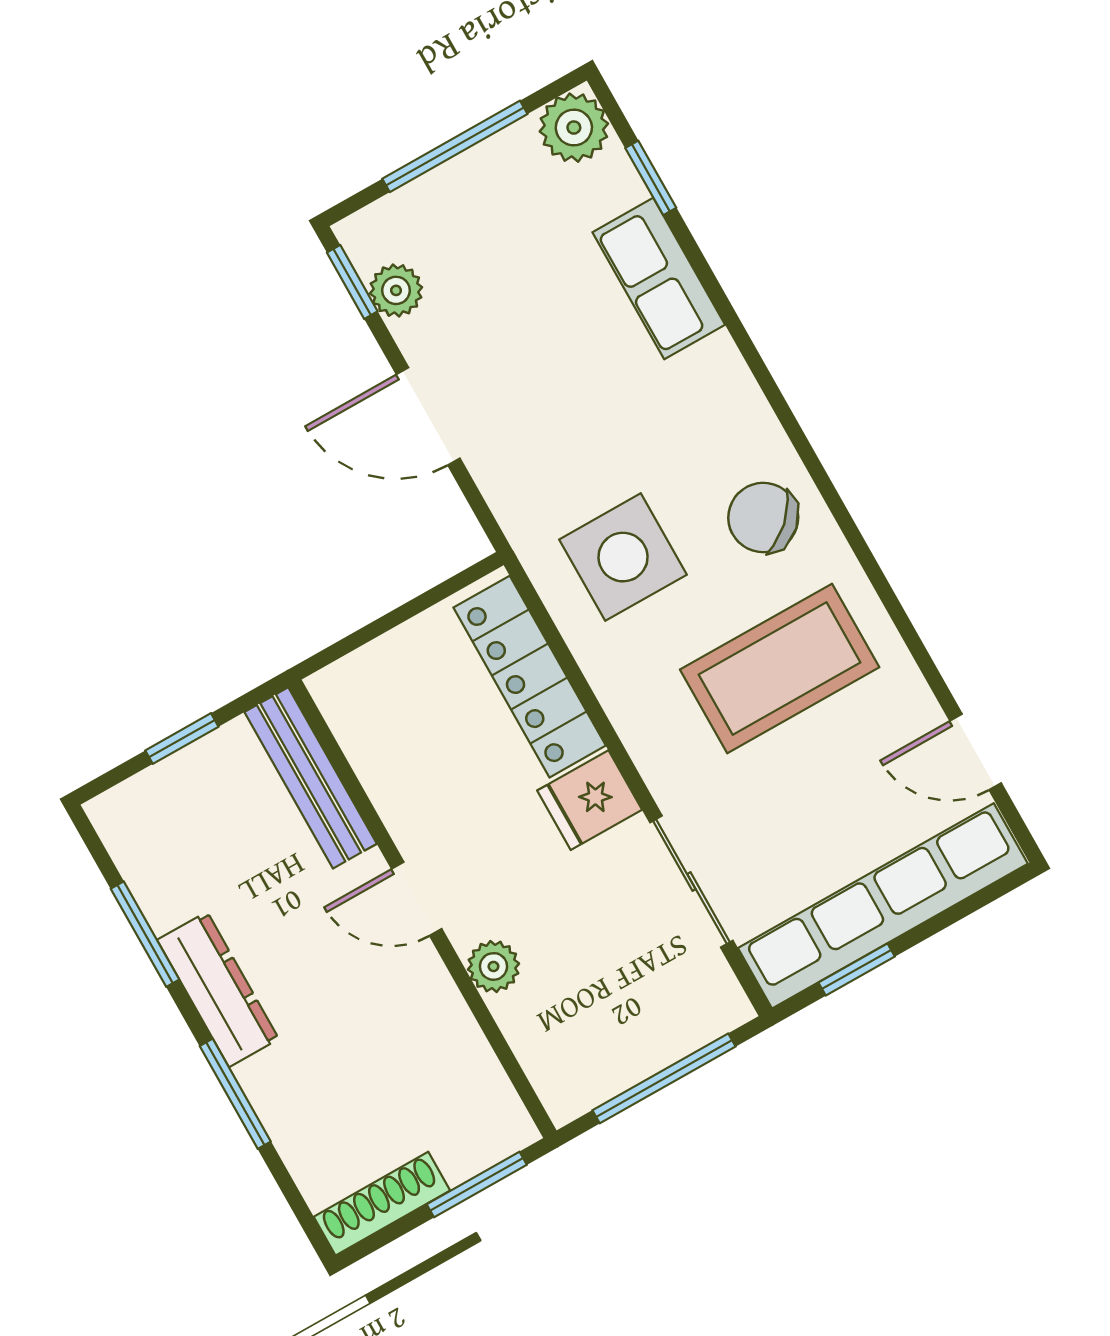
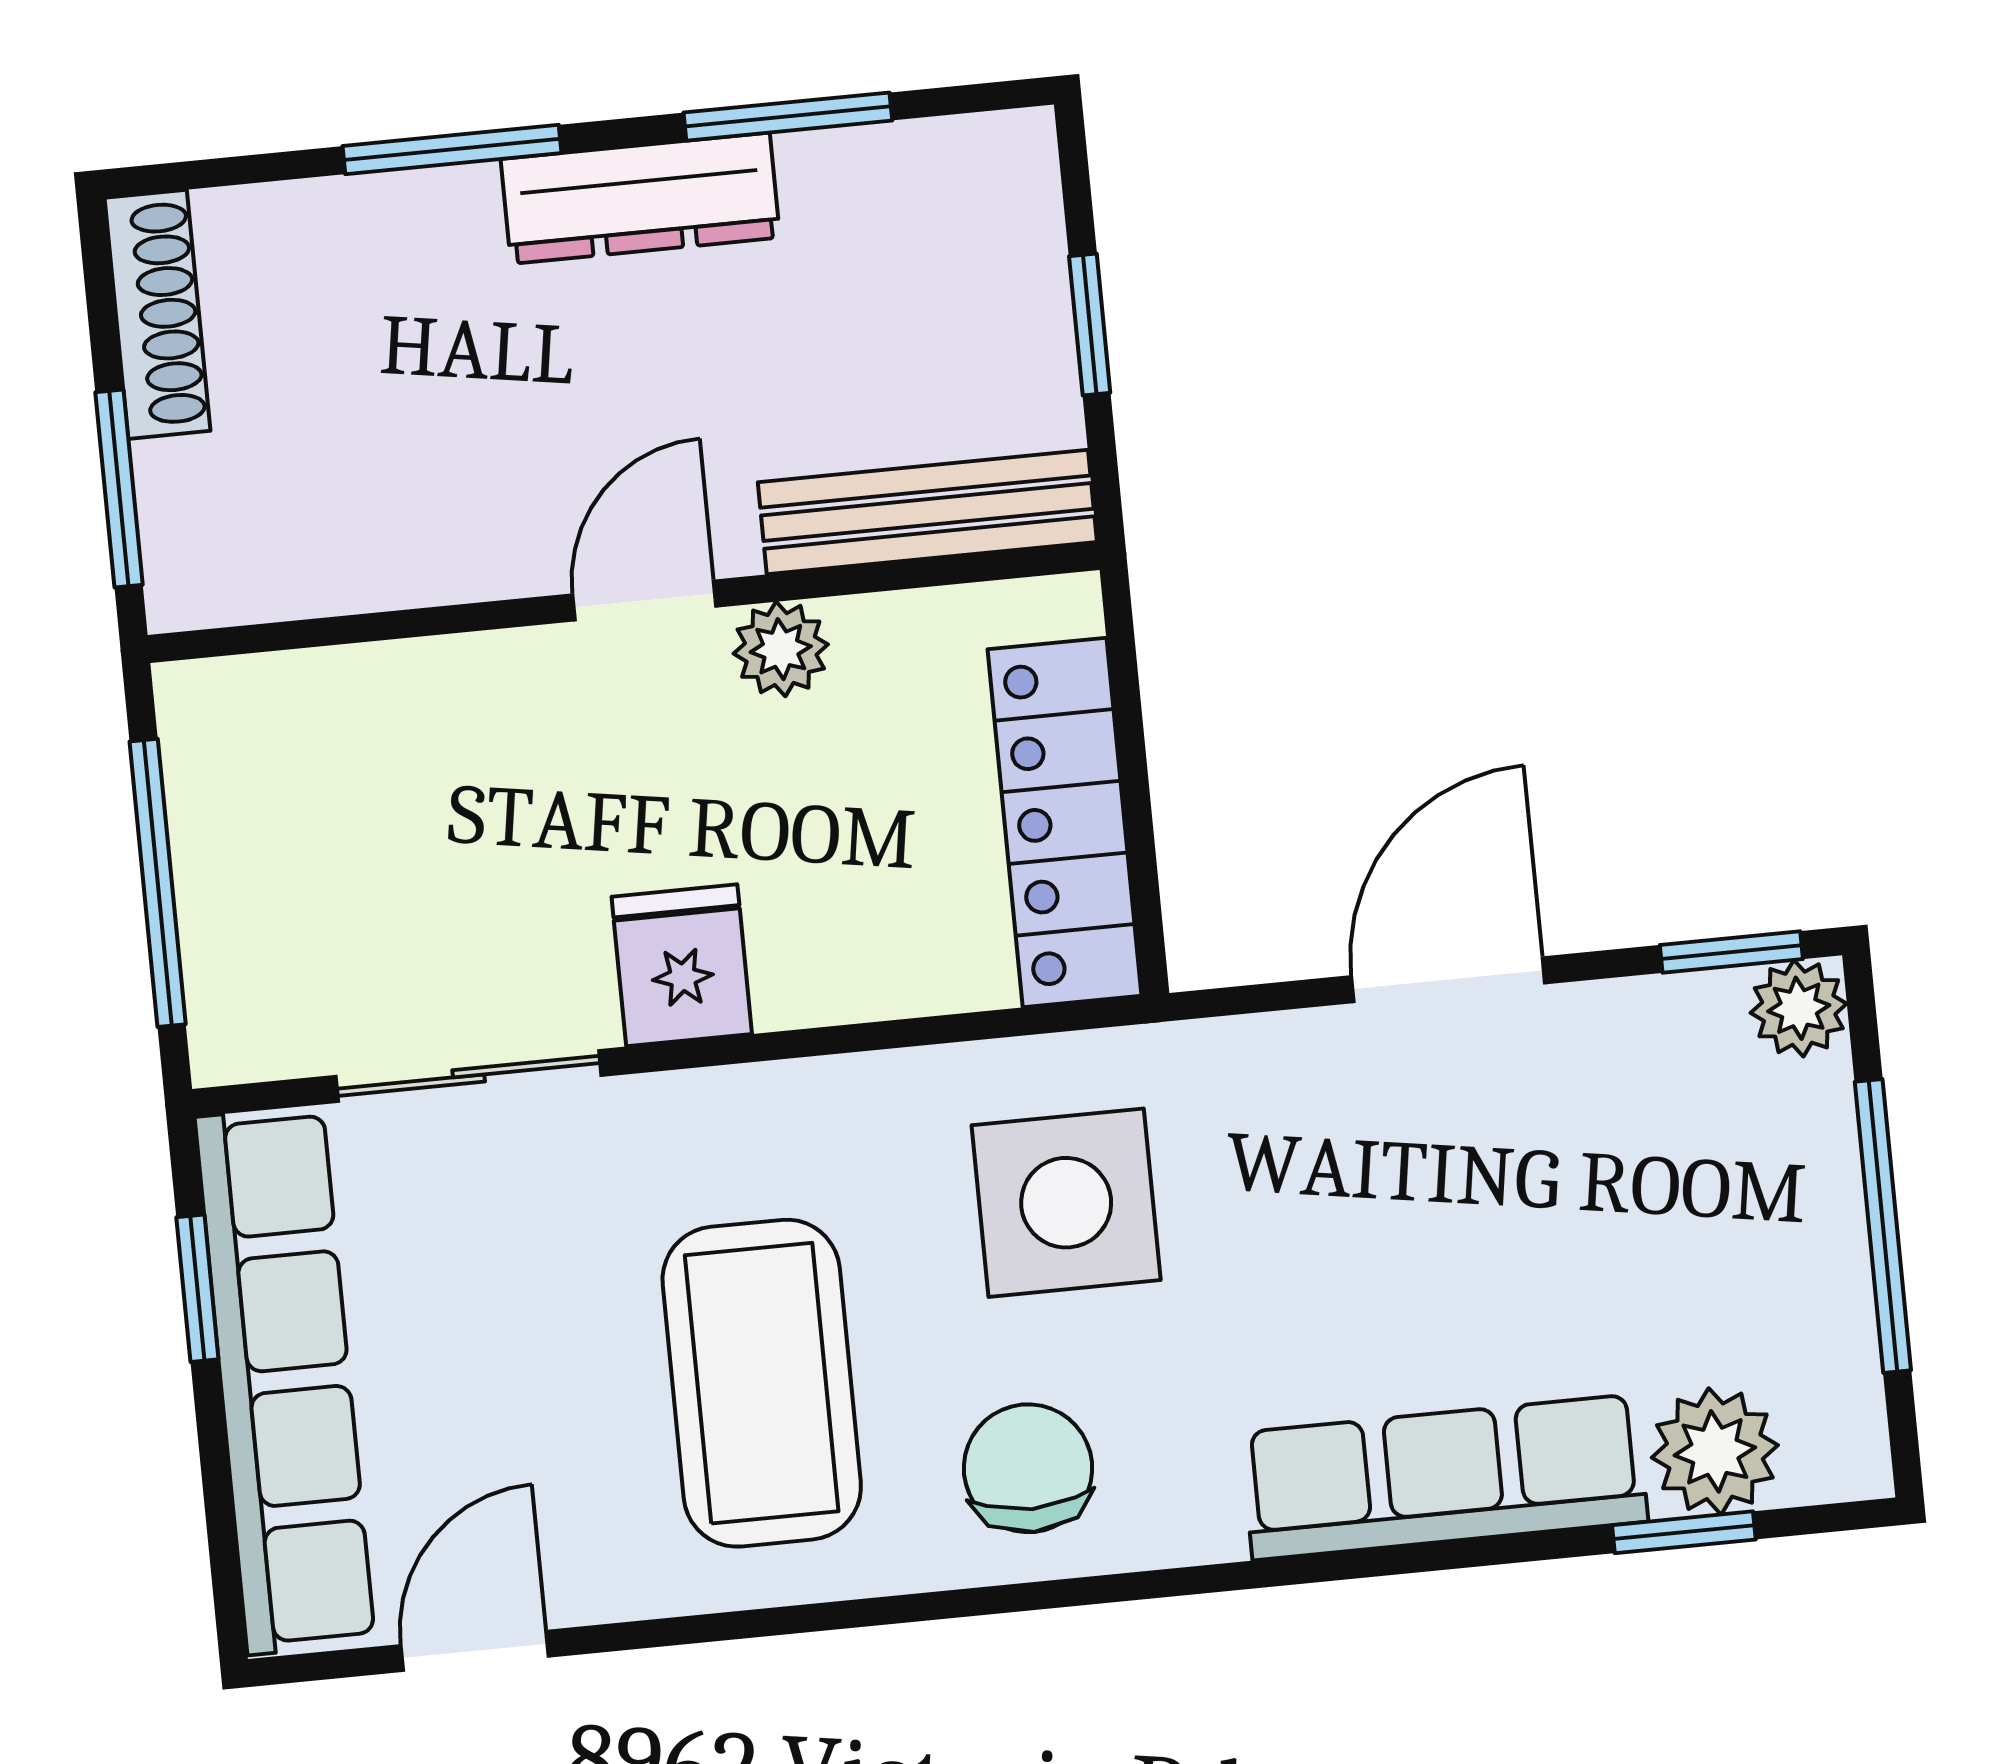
plant: (574, 128) -> (1715, 1451), moved
row of seats: (659, 279) -> (1444, 1477), width x1.48
plant: (396, 290) -> (1799, 1008), moved
chair: (763, 518) -> (1028, 1468), turned -47
locker: (530, 677) -> (1065, 822), moved, turned -90
plant: (493, 966) -> (781, 649), moved

